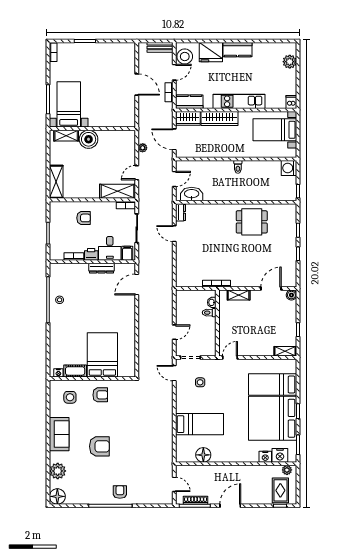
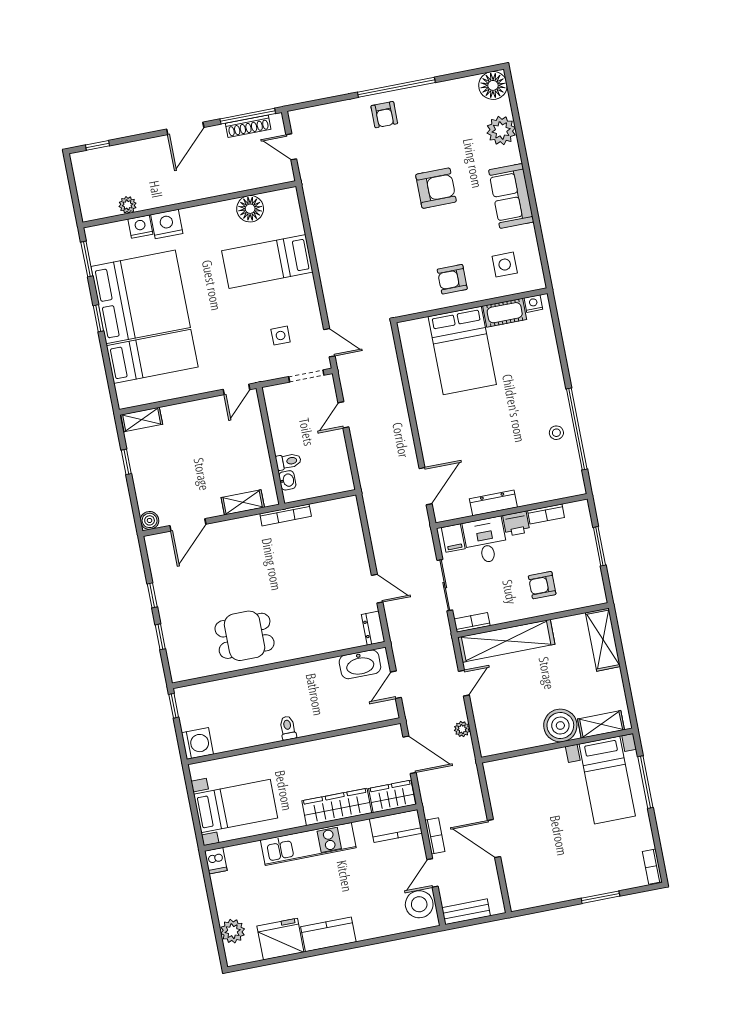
fridge: (211, 52) -> (280, 939), moved
shelving: (117, 191) -> (506, 641), width x1.47
armchair: (99, 446) -> (436, 188), turned 180
nightstand: (280, 455) -> (167, 224), moved
plant: (287, 470) -> (128, 205), moved
rug: (280, 490) -> (102, 173), removed

